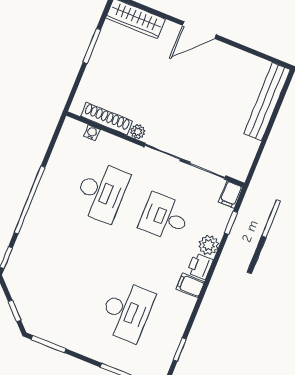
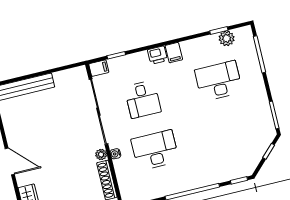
water cooler: (92, 133) -> (115, 154), moved
plant: (209, 245) -> (227, 38), moved

